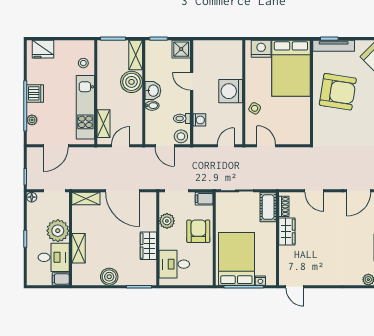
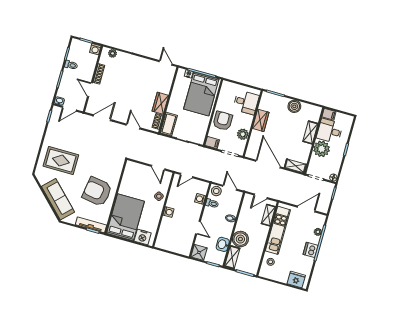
washbasin: (153, 91) -> (223, 244), moved
washing machine: (231, 91) -> (169, 212), width x0.53, depth x0.53
armchair: (198, 231) -> (223, 121), turned 180

